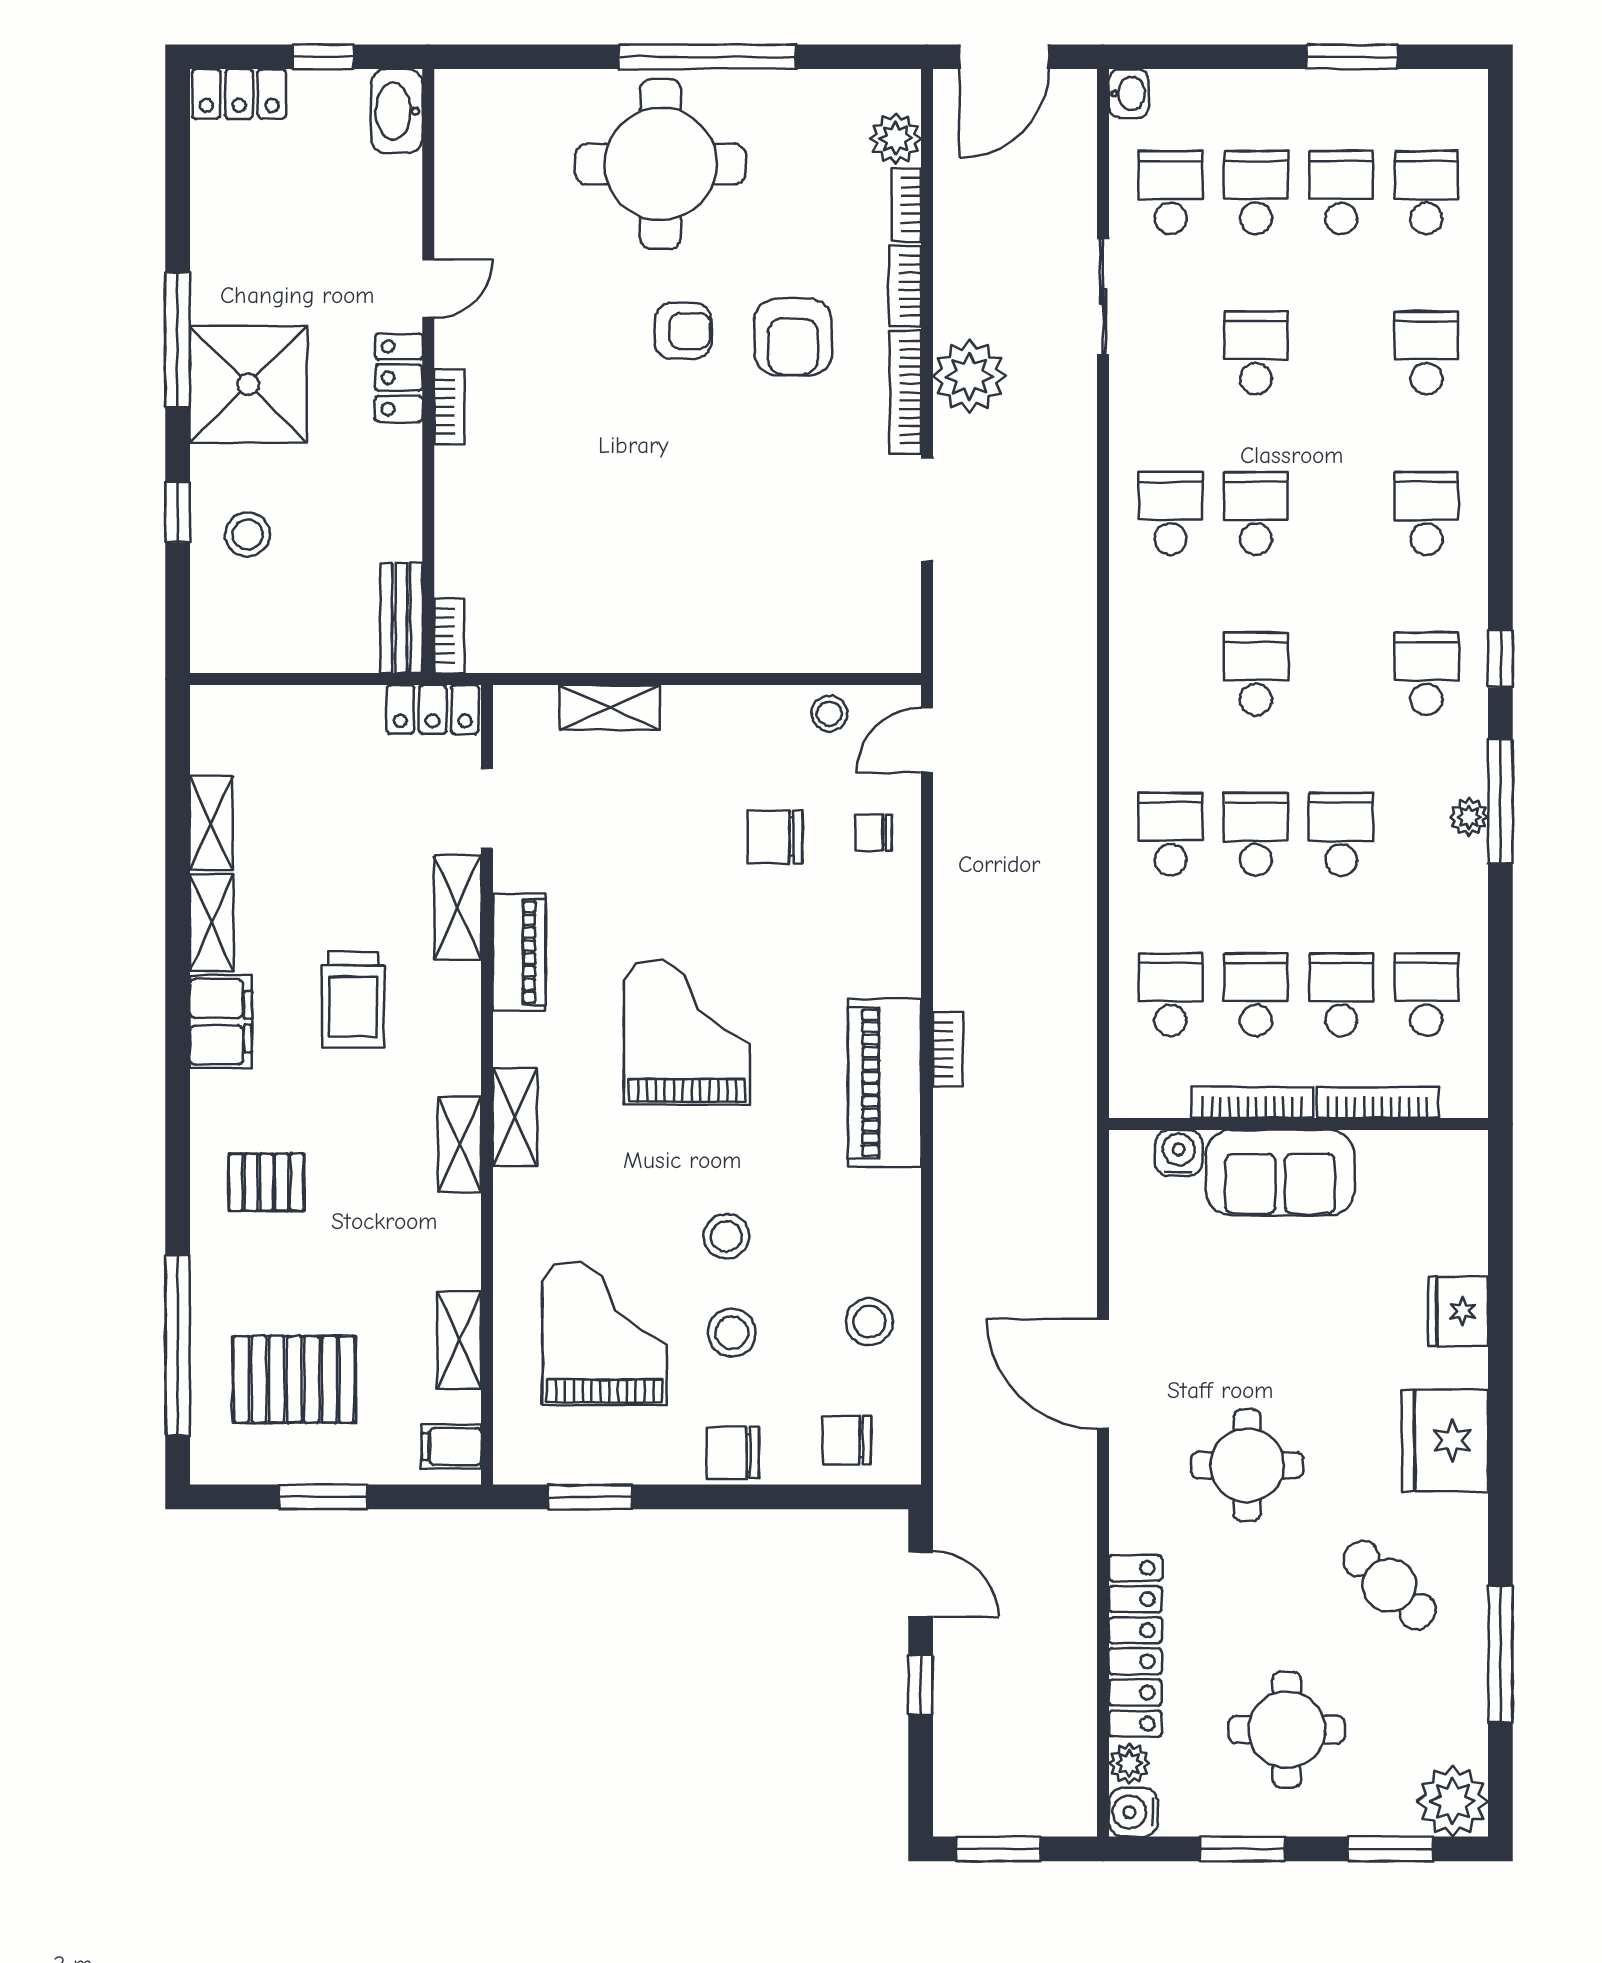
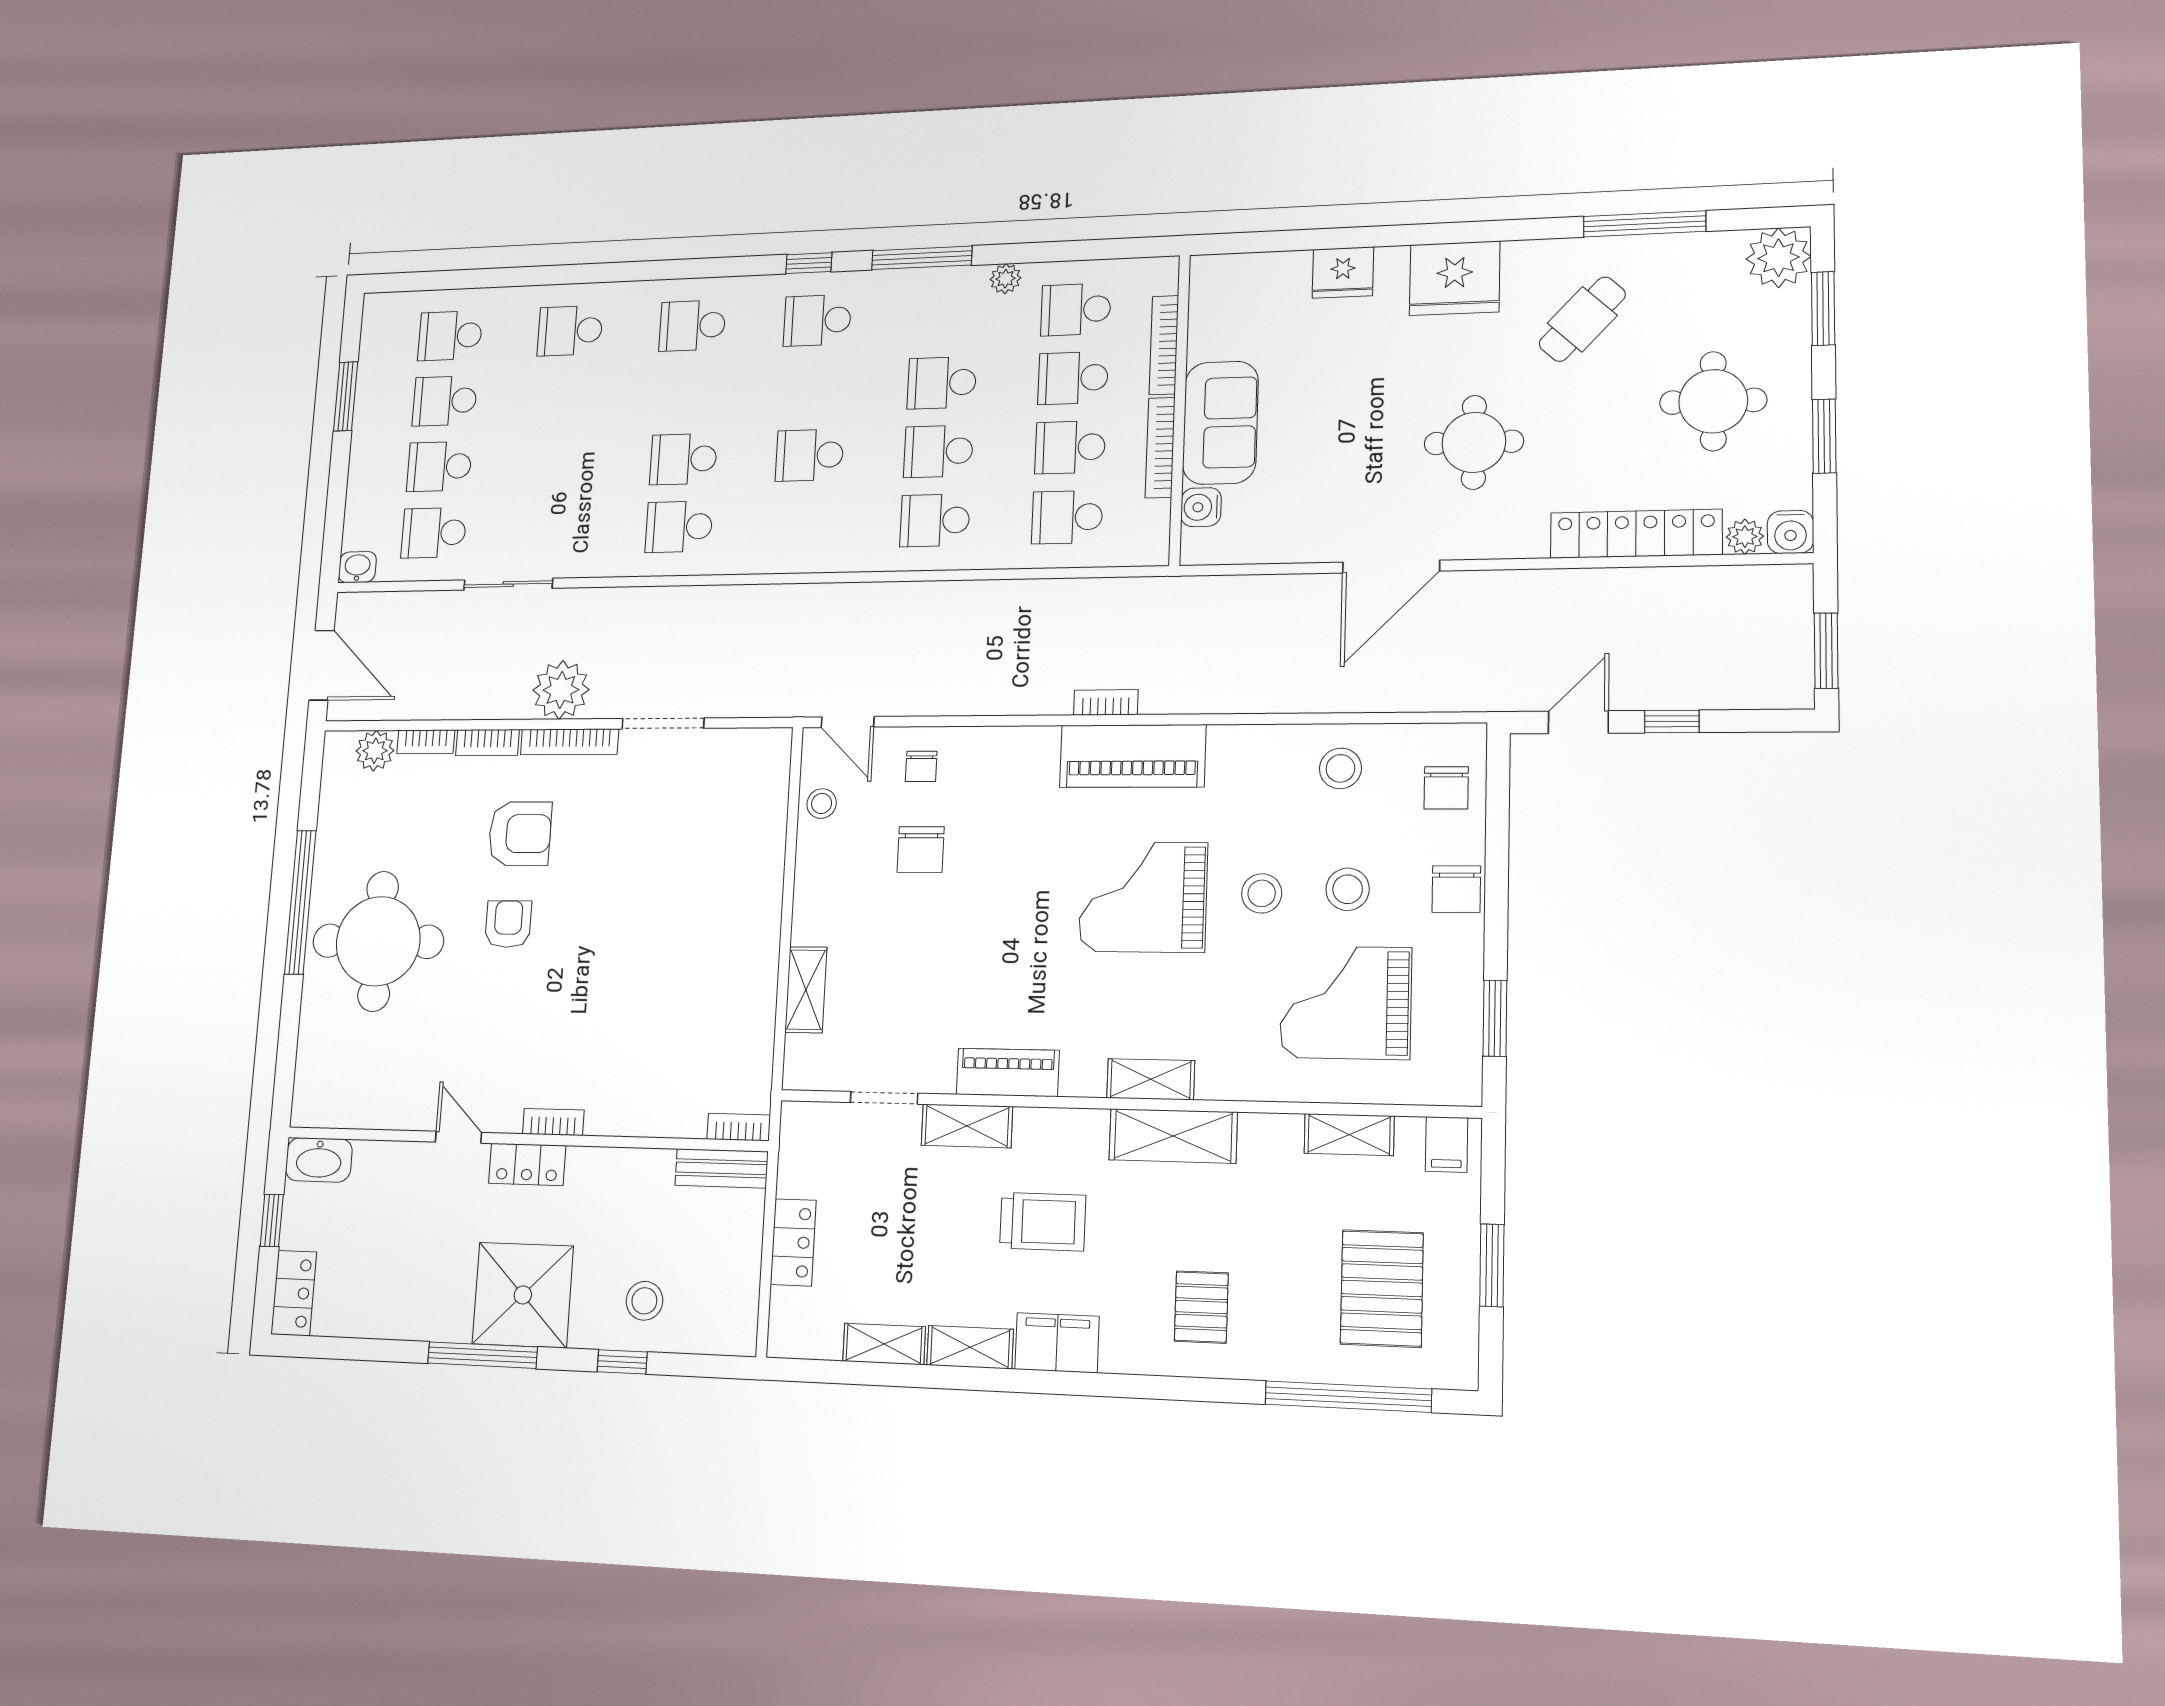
school desk: (1256, 353) -> (560, 463), removed
locker: (433, 709) -> (793, 1242), moved
plant: (1469, 817) -> (1005, 279), moved
grand piano: (687, 1032) -> (1143, 897), moved
shelving: (460, 1144) -> (1173, 1136), width x1.50, depth x1.33

